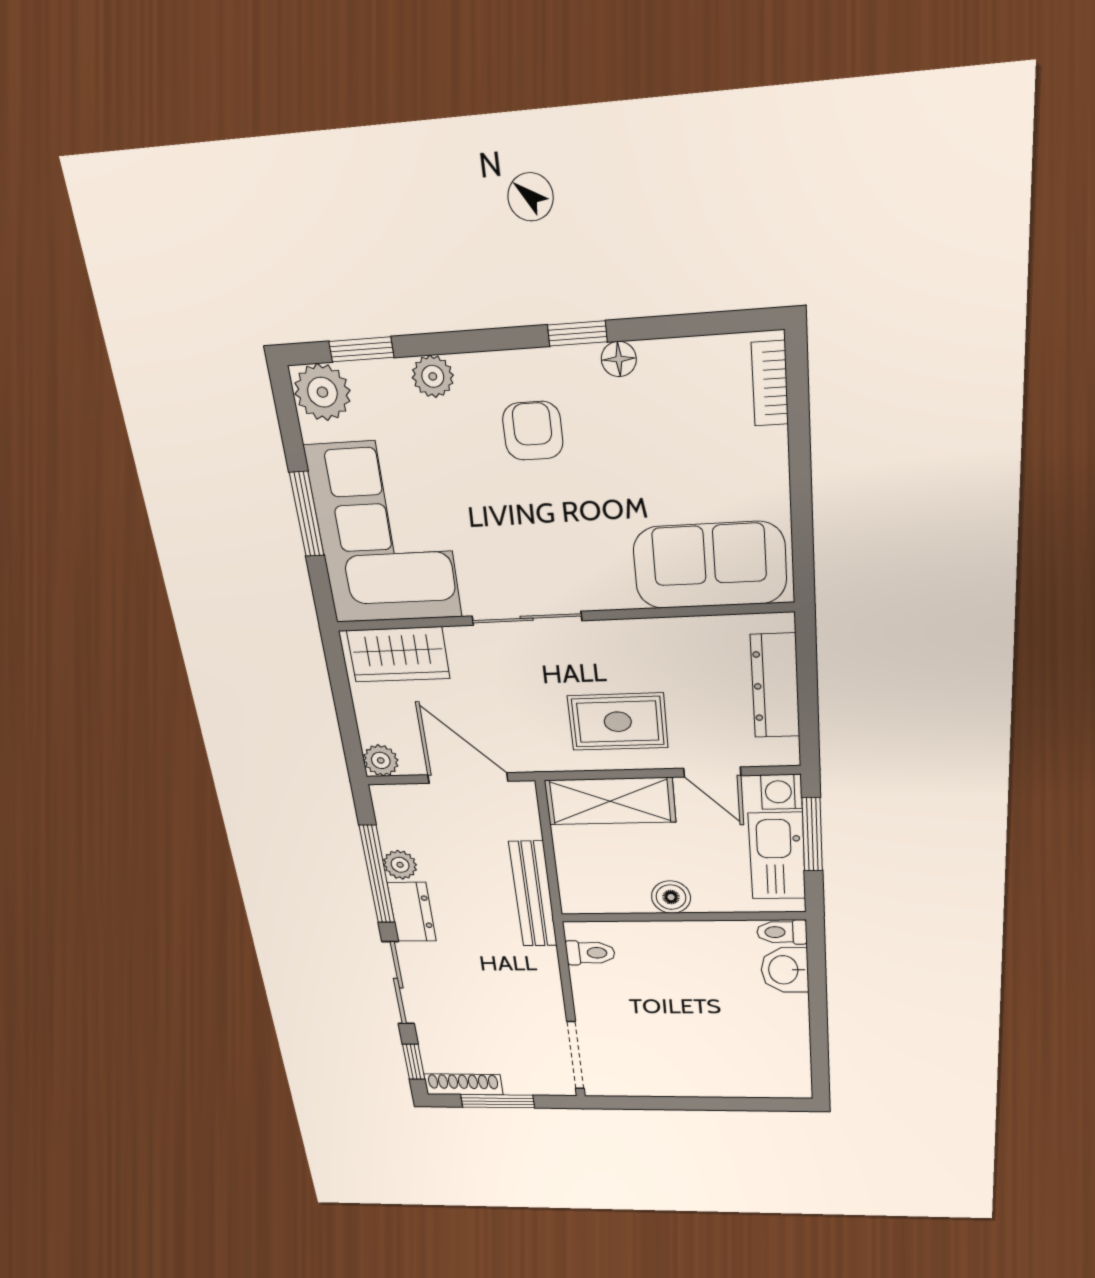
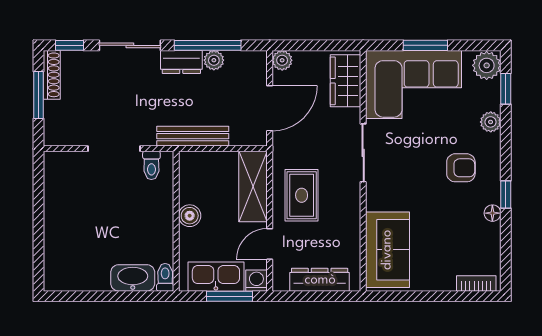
washbasin: (785, 970) -> (133, 278), width x1.38
doorway: (576, 1055) -> (114, 149), moved

